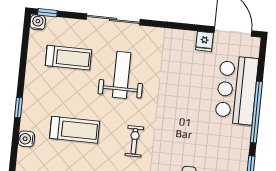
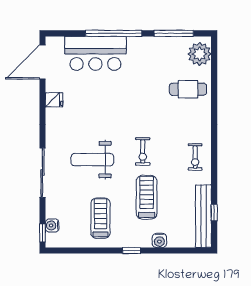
water cooler: (38, 22) -> (52, 225), moved
fridge: (204, 41) -> (54, 100), moved
treadmill: (69, 58) -> (101, 218), moved
exercise bike: (134, 141) -> (143, 151), moved, turned -90

